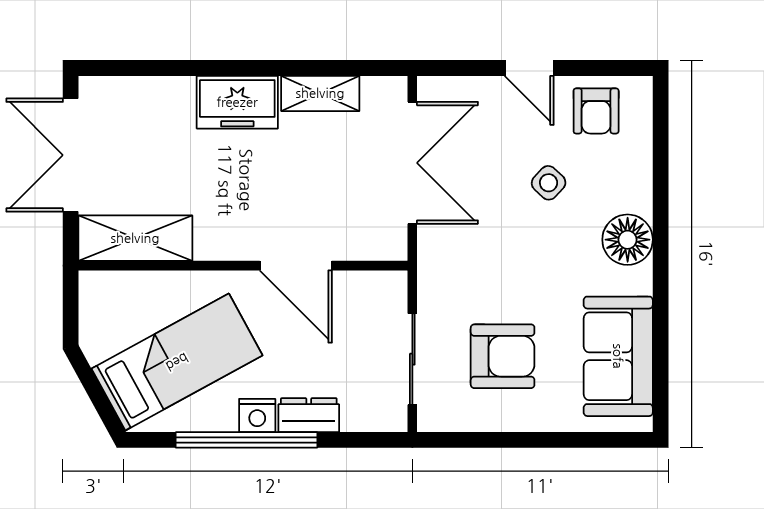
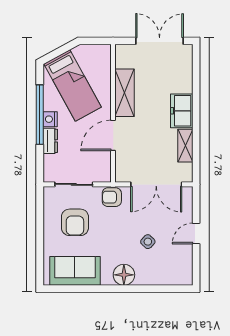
armchair: (596, 111) -> (112, 197), moved
shelving: (135, 238) -> (125, 93), moved

